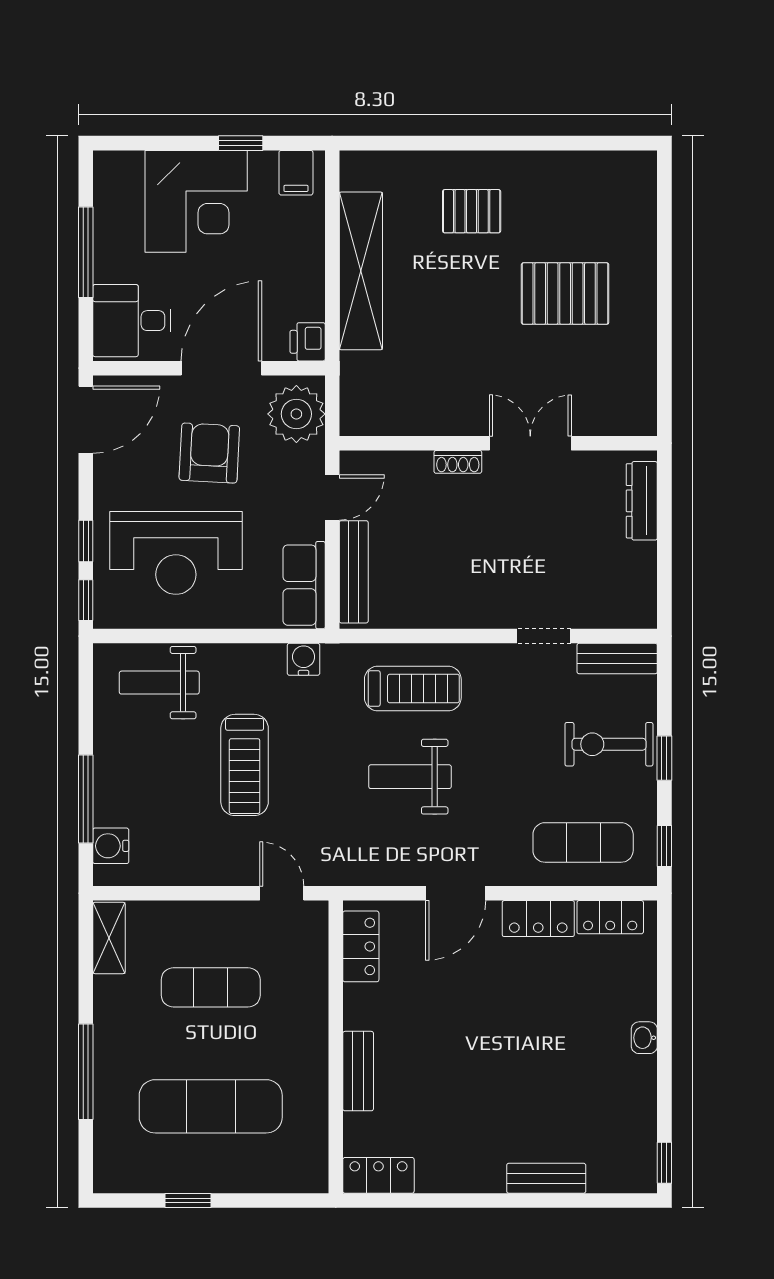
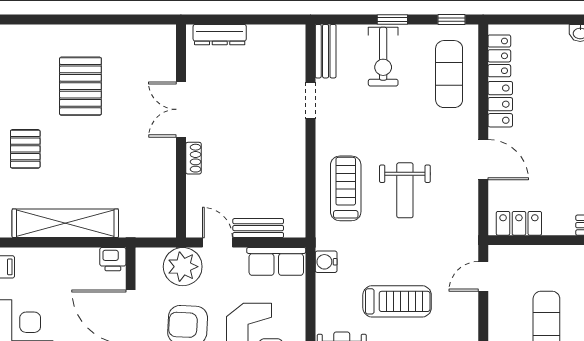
plant: (296, 414) -> (183, 267), moved
bench: (354, 572) -> (258, 228), width x0.73

